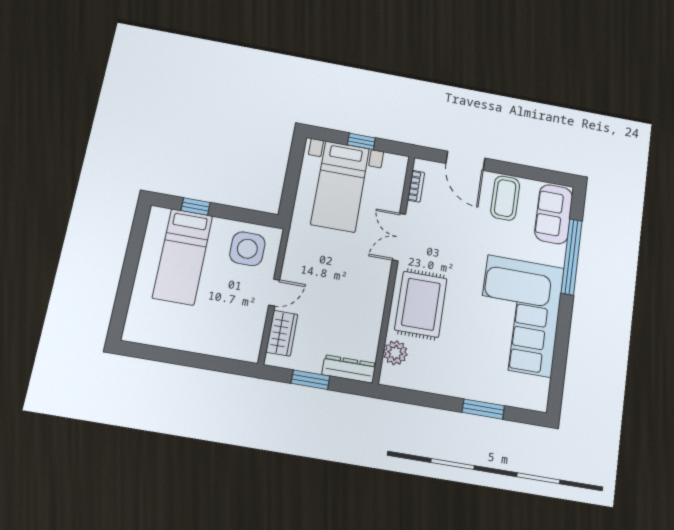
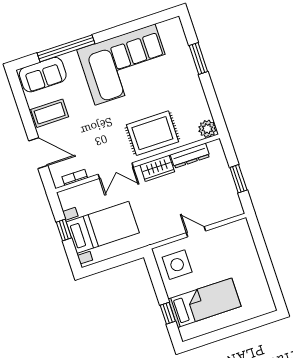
door: (465, 161) -> (38, 153), hinge flipped
wardrobe: (282, 333) -> (157, 168), moved, turned 180
plant: (395, 353) -> (207, 129), moved
dresser: (349, 369) -> (190, 156), moved, turned -90

